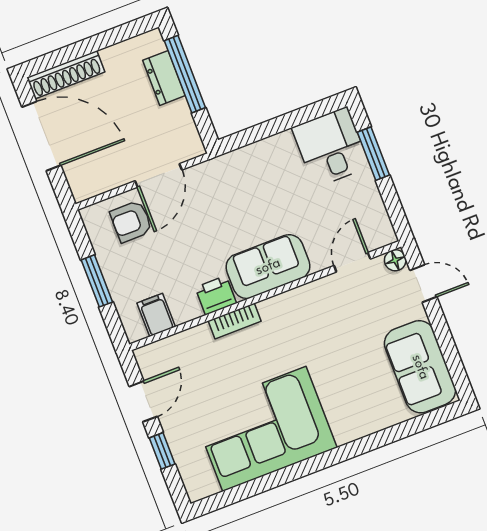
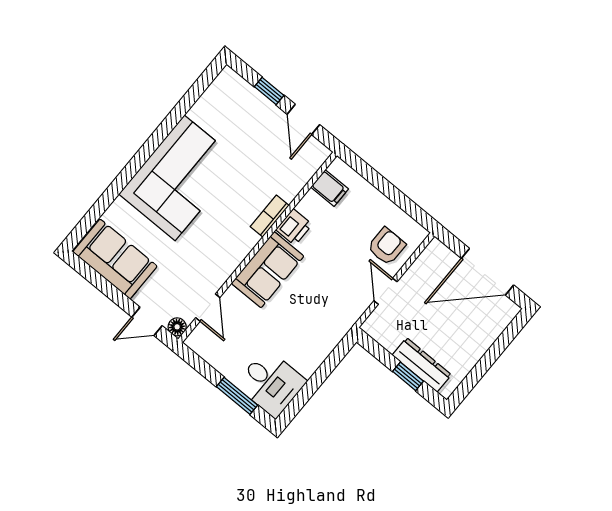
window: (185, 74) -> (408, 376), width x0.46
shoe rack: (66, 75) -> (495, 327), removed
dresser: (164, 78) -> (422, 365), width x1.44
door: (158, 175) -> (385, 291), width x0.73
window: (97, 281) -> (387, 189), removed
corner sofa: (264, 429) -> (180, 178), moved

